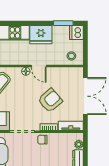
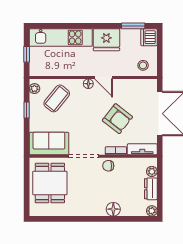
armchair: (50, 100) -> (117, 119), turned 79

